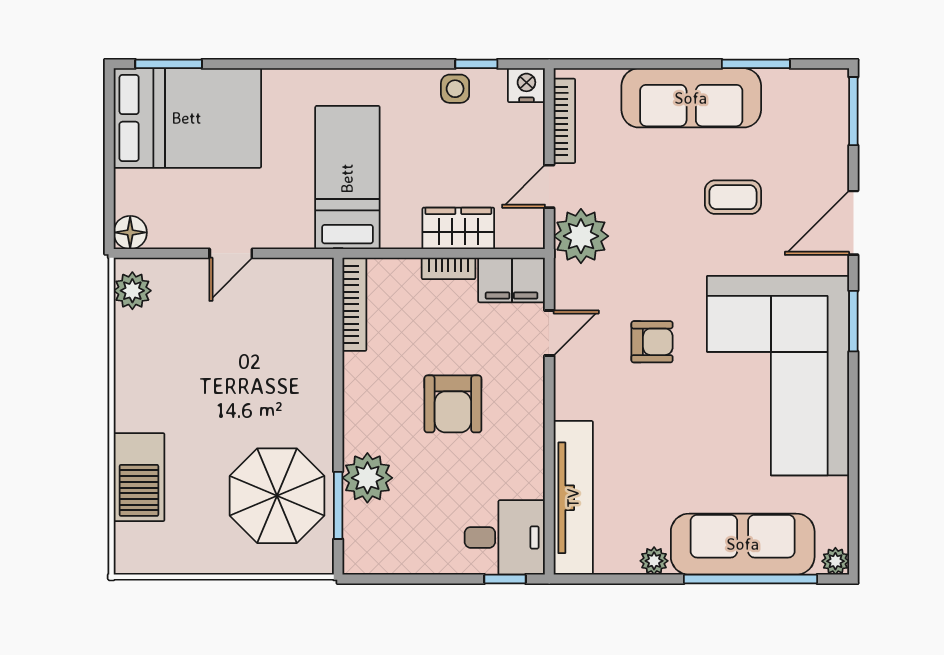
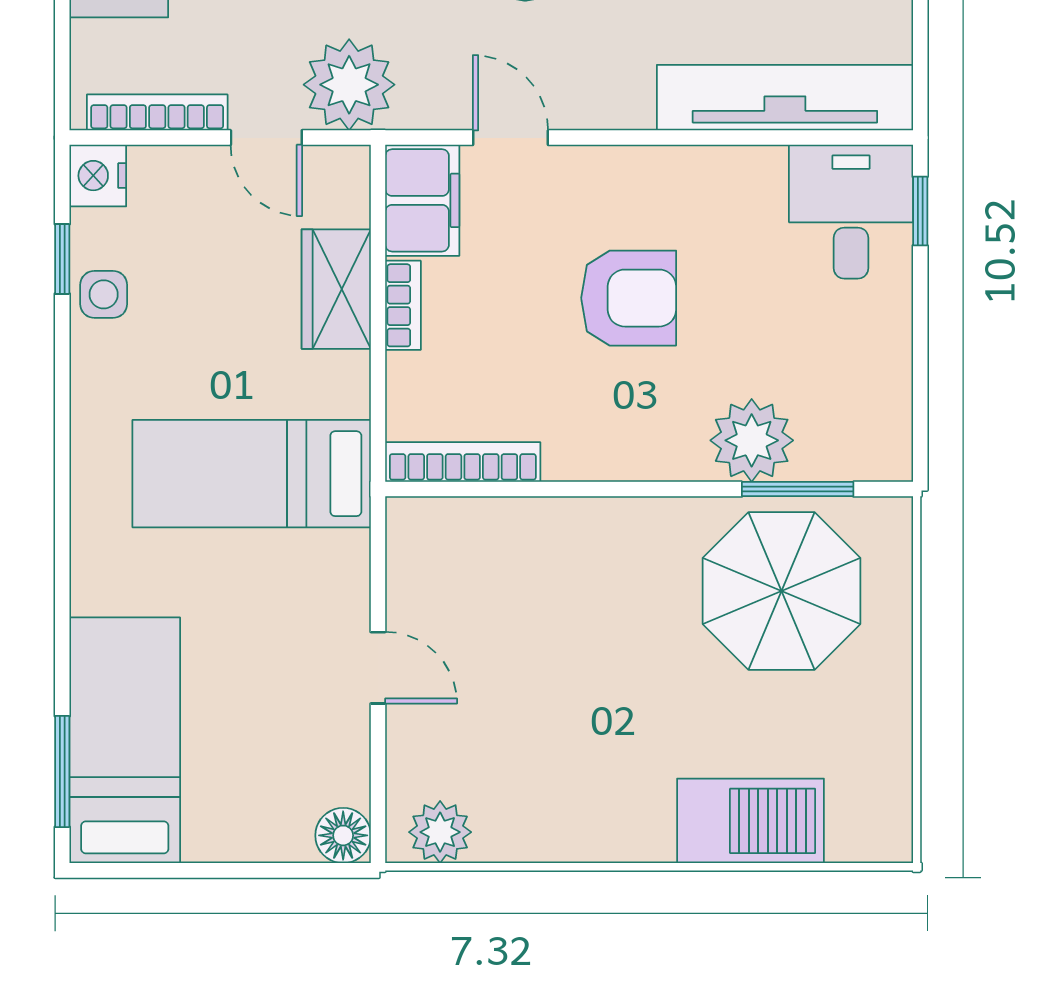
bed: (187, 118) -> (125, 740), width x0.67

